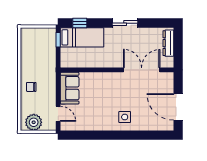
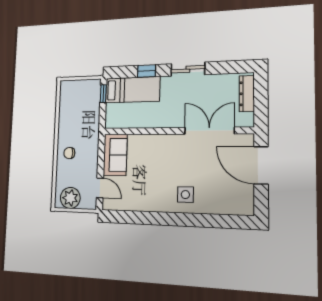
window: (80, 23) -> (147, 71), moved
door: (178, 107) -> (261, 165), moved

